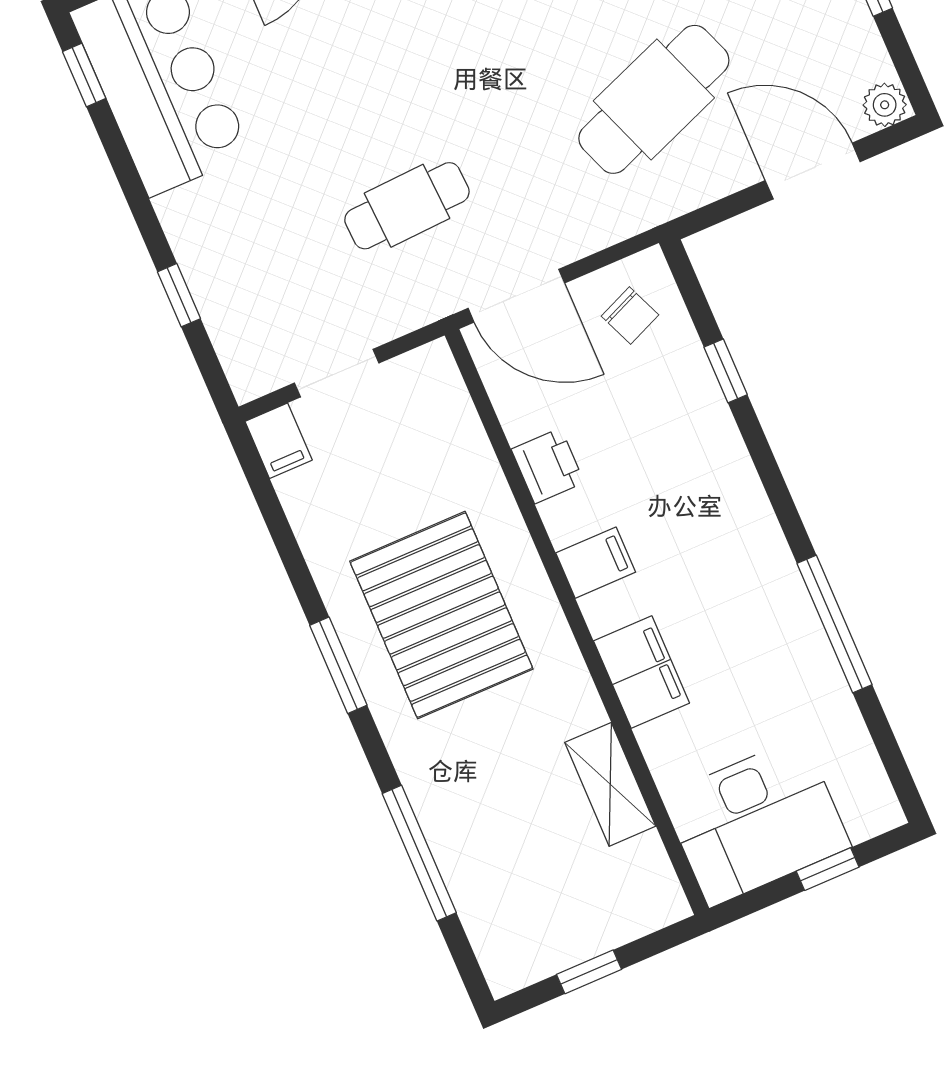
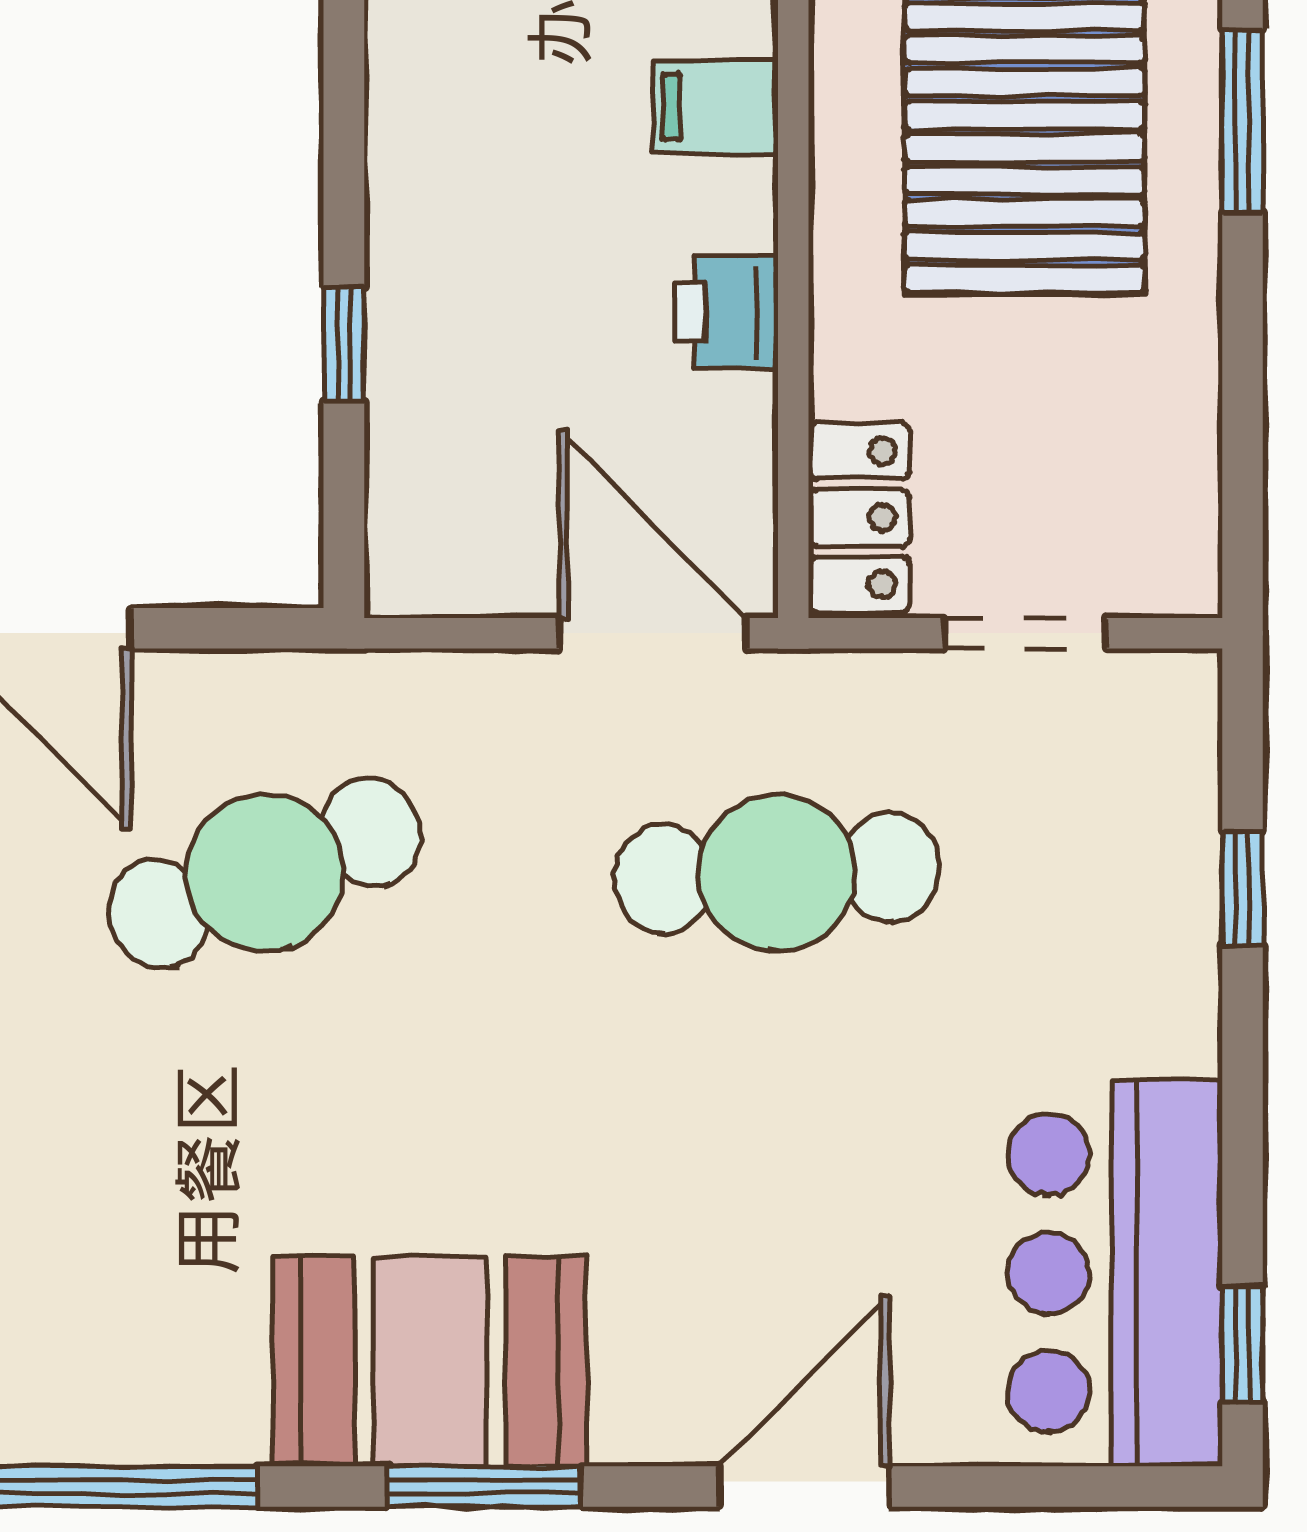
cafe table: (407, 206) -> (777, 873), width x1.37, depth x1.35
chair: (630, 316) -> (469, 513), removed
locker: (441, 394) -> (859, 518), added
filing cabinet: (279, 441) -> (1178, 559), removed

